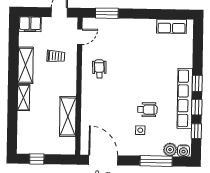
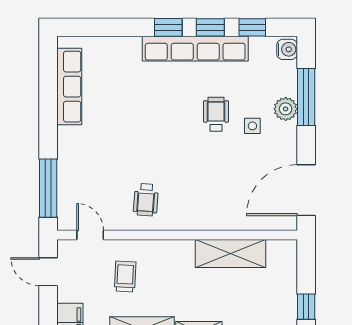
window: (107, 13) -> (48, 188), width x1.44
row of seats: (172, 26) -> (69, 87), width x1.48
wheelchair: (99, 69) -> (146, 200), turned -84
plant: (170, 150) -> (286, 109), moved

